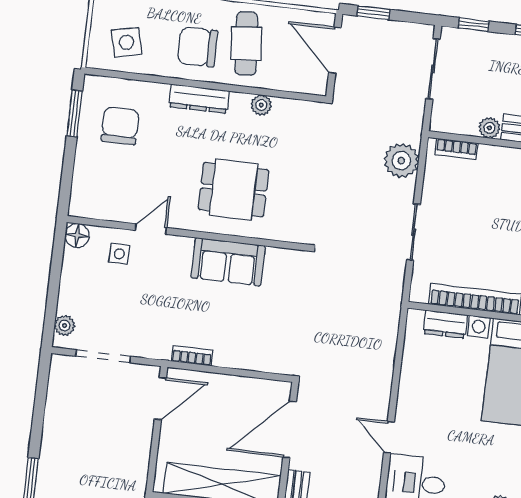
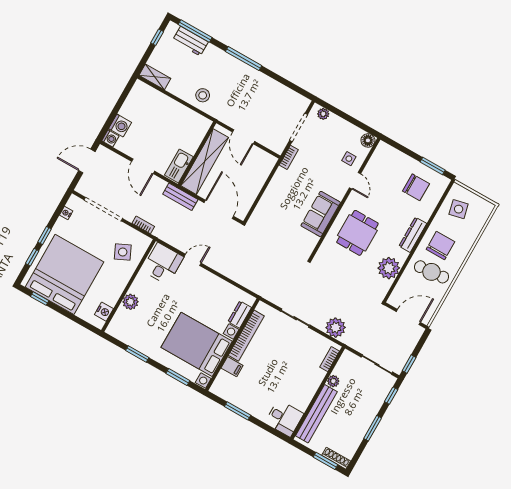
window: (373, 13) -> (409, 364), moved
plant: (261, 105) -> (389, 268), width x1.88, depth x1.88
bookcase: (192, 356) -> (289, 157), moved
door: (160, 399) -> (244, 137), moved

